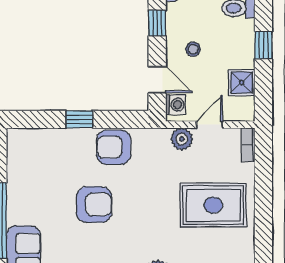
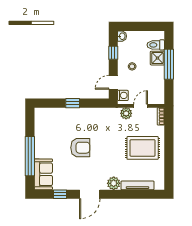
window: (263, 45) -> (169, 64), width x2.17
door: (157, 80) -> (113, 82), swing flipped
shower: (242, 82) -> (157, 58), moved
armchair: (114, 147) -> (90, 118), removed

